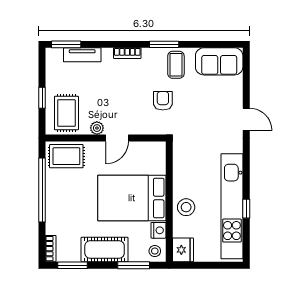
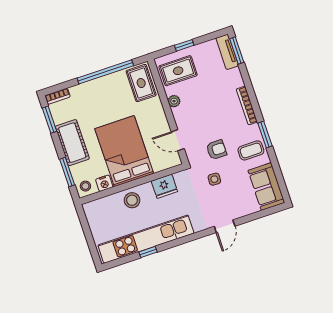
bookcase: (127, 53) -> (247, 105), width x1.56
tv unit: (82, 55) -> (227, 52), moved
side table: (193, 113) -> (214, 179), added
door: (117, 138) -> (178, 140), moved
fridge: (183, 250) -> (164, 186), moved

